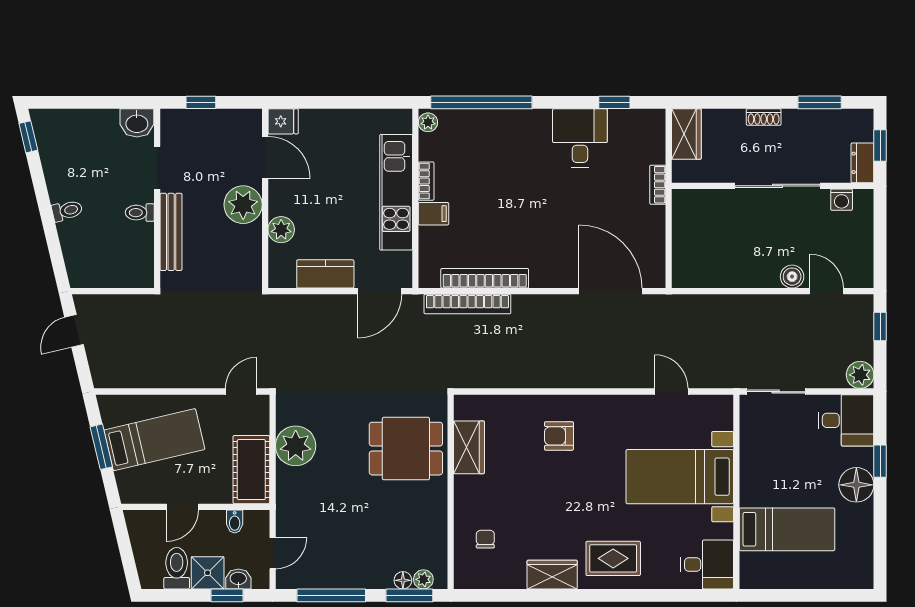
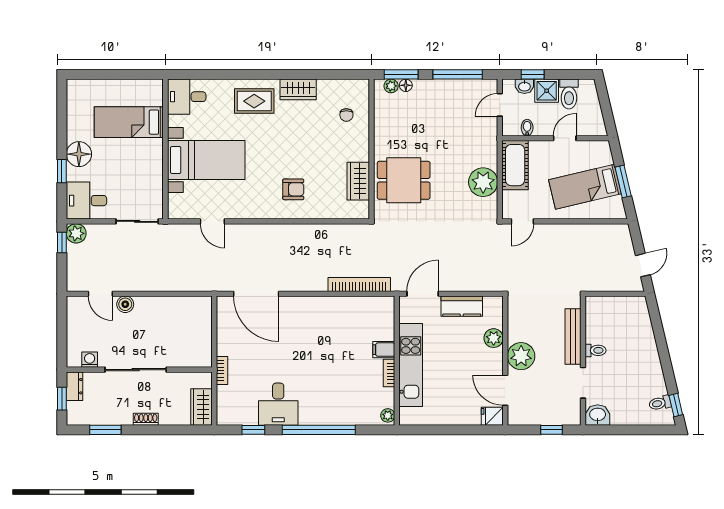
window: (481, 102) -> (319, 430), moved
toilet: (67, 211) -> (660, 403), moved
bookcase: (485, 278) -> (347, 303), removed
window: (880, 326) -> (62, 243), moved

